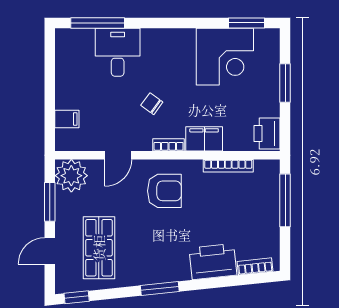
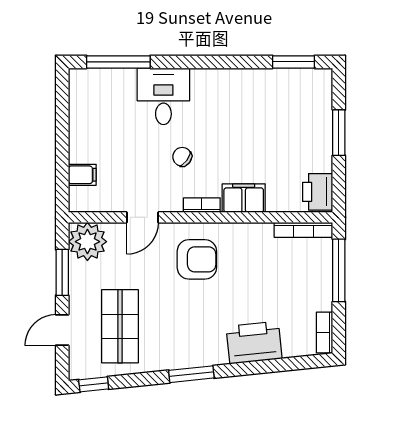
desk: (118, 52) -> (163, 96), moved
corner desk: (225, 57) -> (268, 101), removed
bookcase: (228, 166) -> (303, 230), moved
bookcase: (255, 266) -> (325, 332), moved, turned -84

